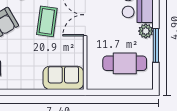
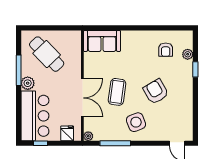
cafe table: (125, 63) -> (47, 54), turned 46

